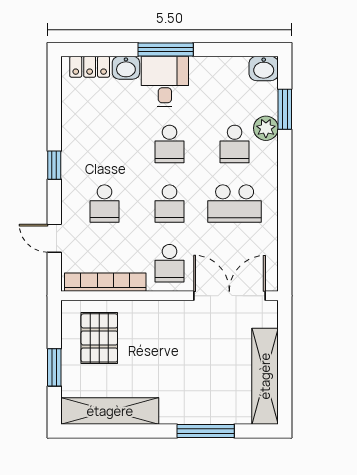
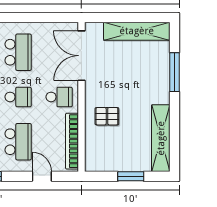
school desk: (104, 204) -> (18, 142), width x1.85
door: (54, 238) -> (42, 176), swing flipped
pallet: (99, 338) -> (107, 116), moved, width x0.67, depth x0.71

